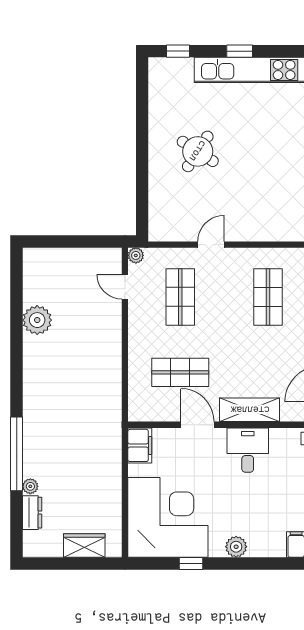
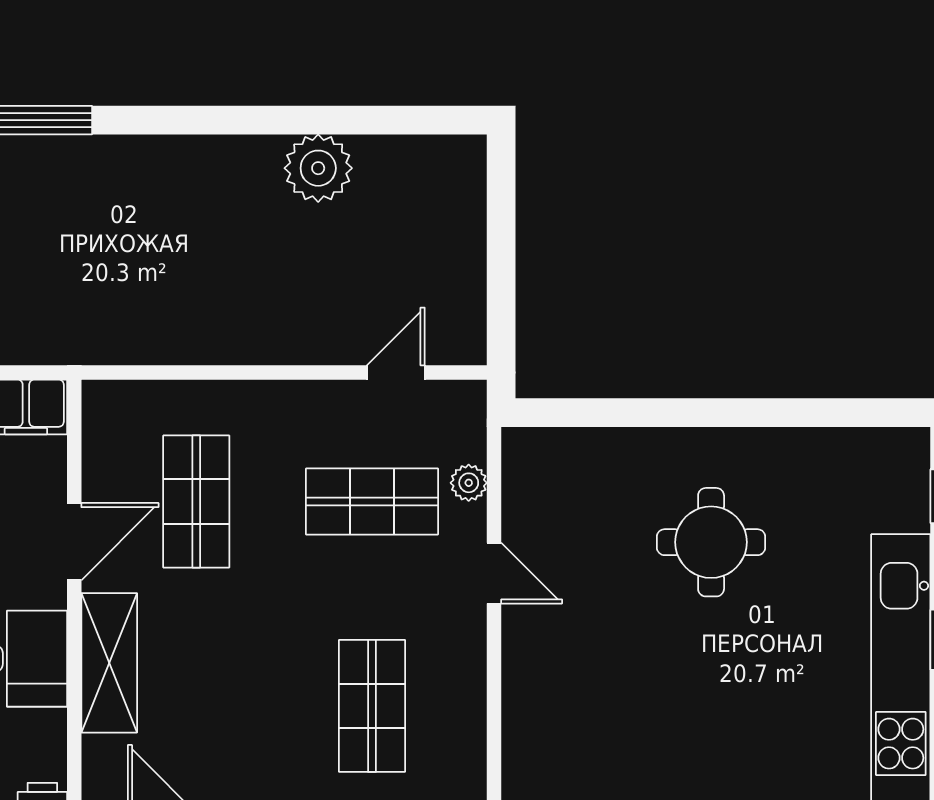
round table: (198, 151) -> (711, 542), turned -33
plant: (136, 255) -> (469, 483), moved
shop shelf: (268, 297) -> (372, 706), turned 90

